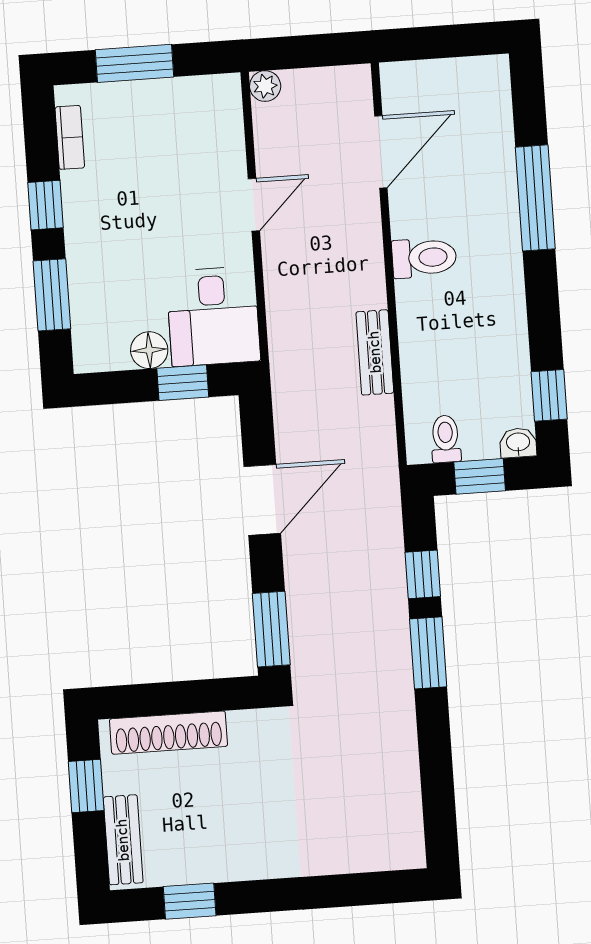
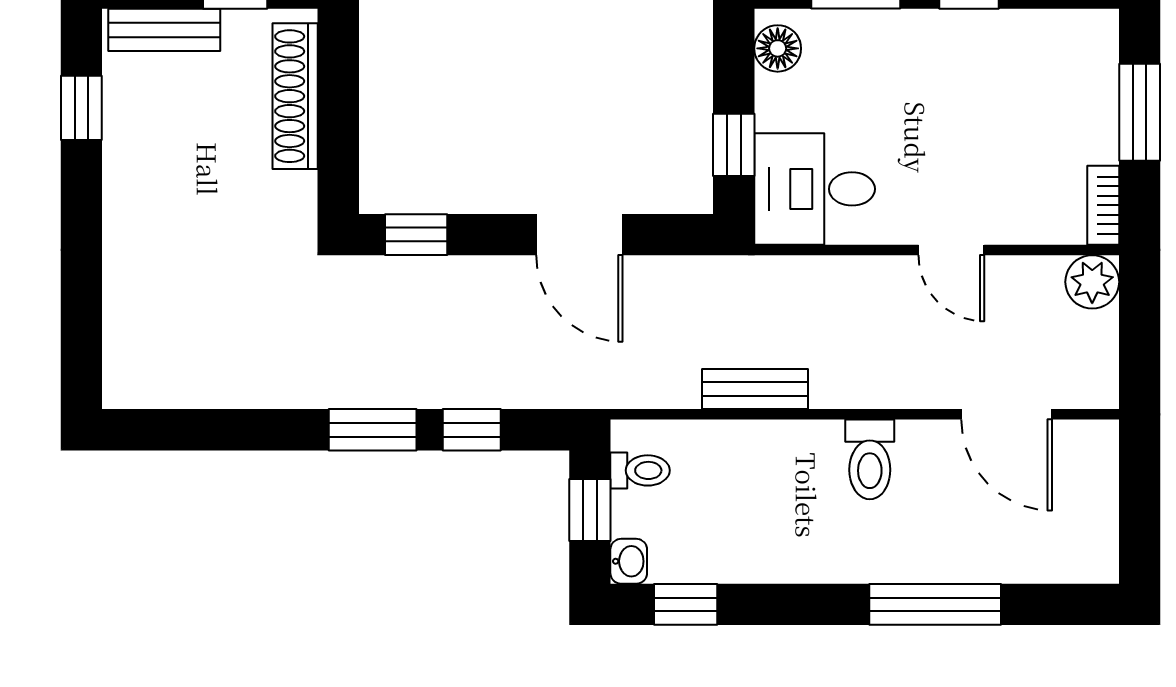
plant: (265, 86) -> (1092, 282), width x1.38, depth x1.38
bookcase: (70, 137) -> (1103, 205), moved, turned 90
floor lamp: (149, 350) -> (778, 48), moved
window: (271, 629) -> (416, 235), width x0.67

